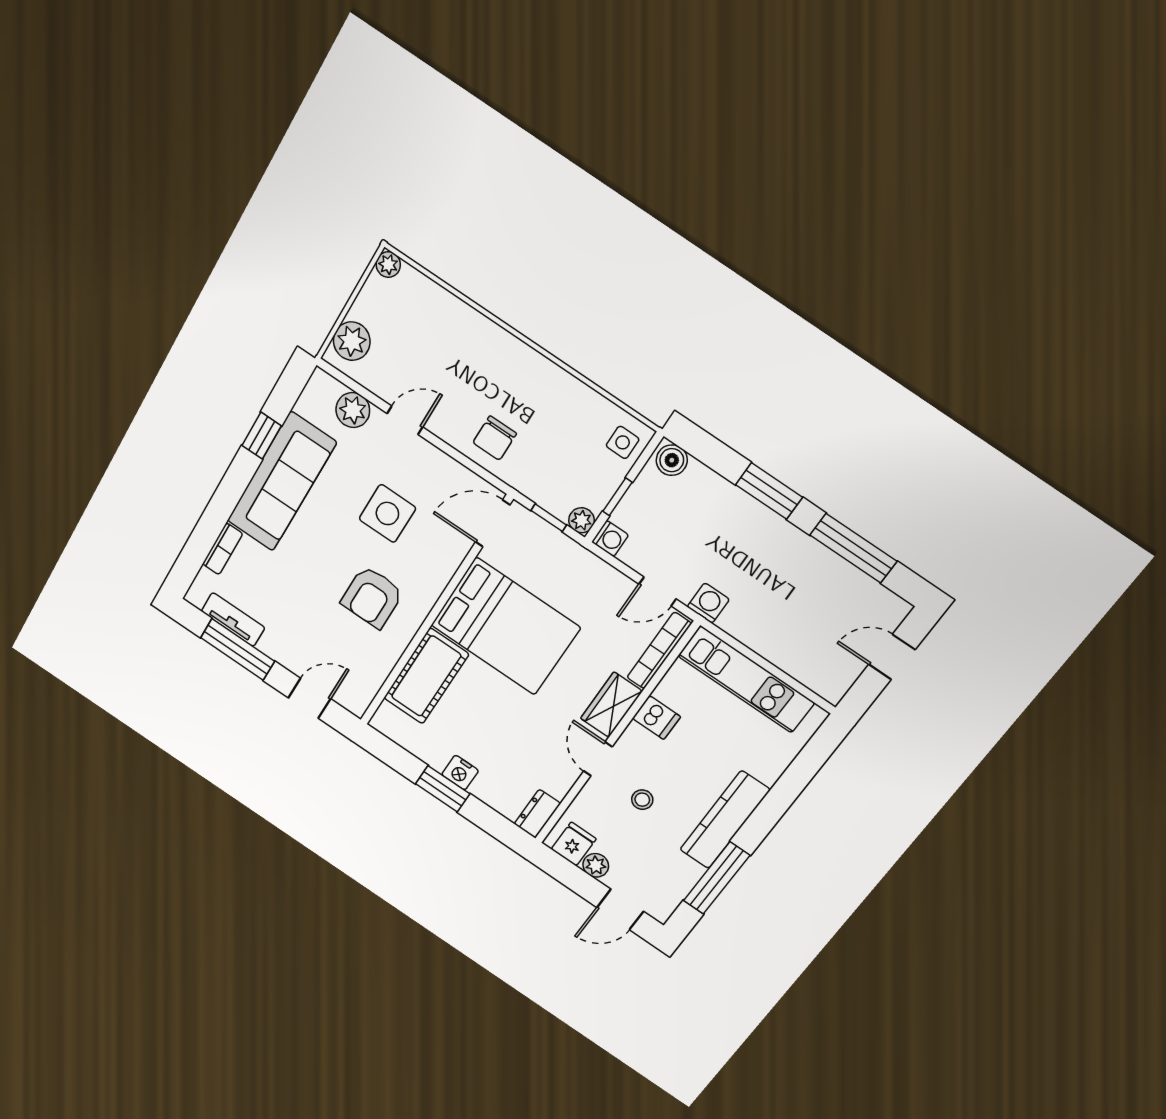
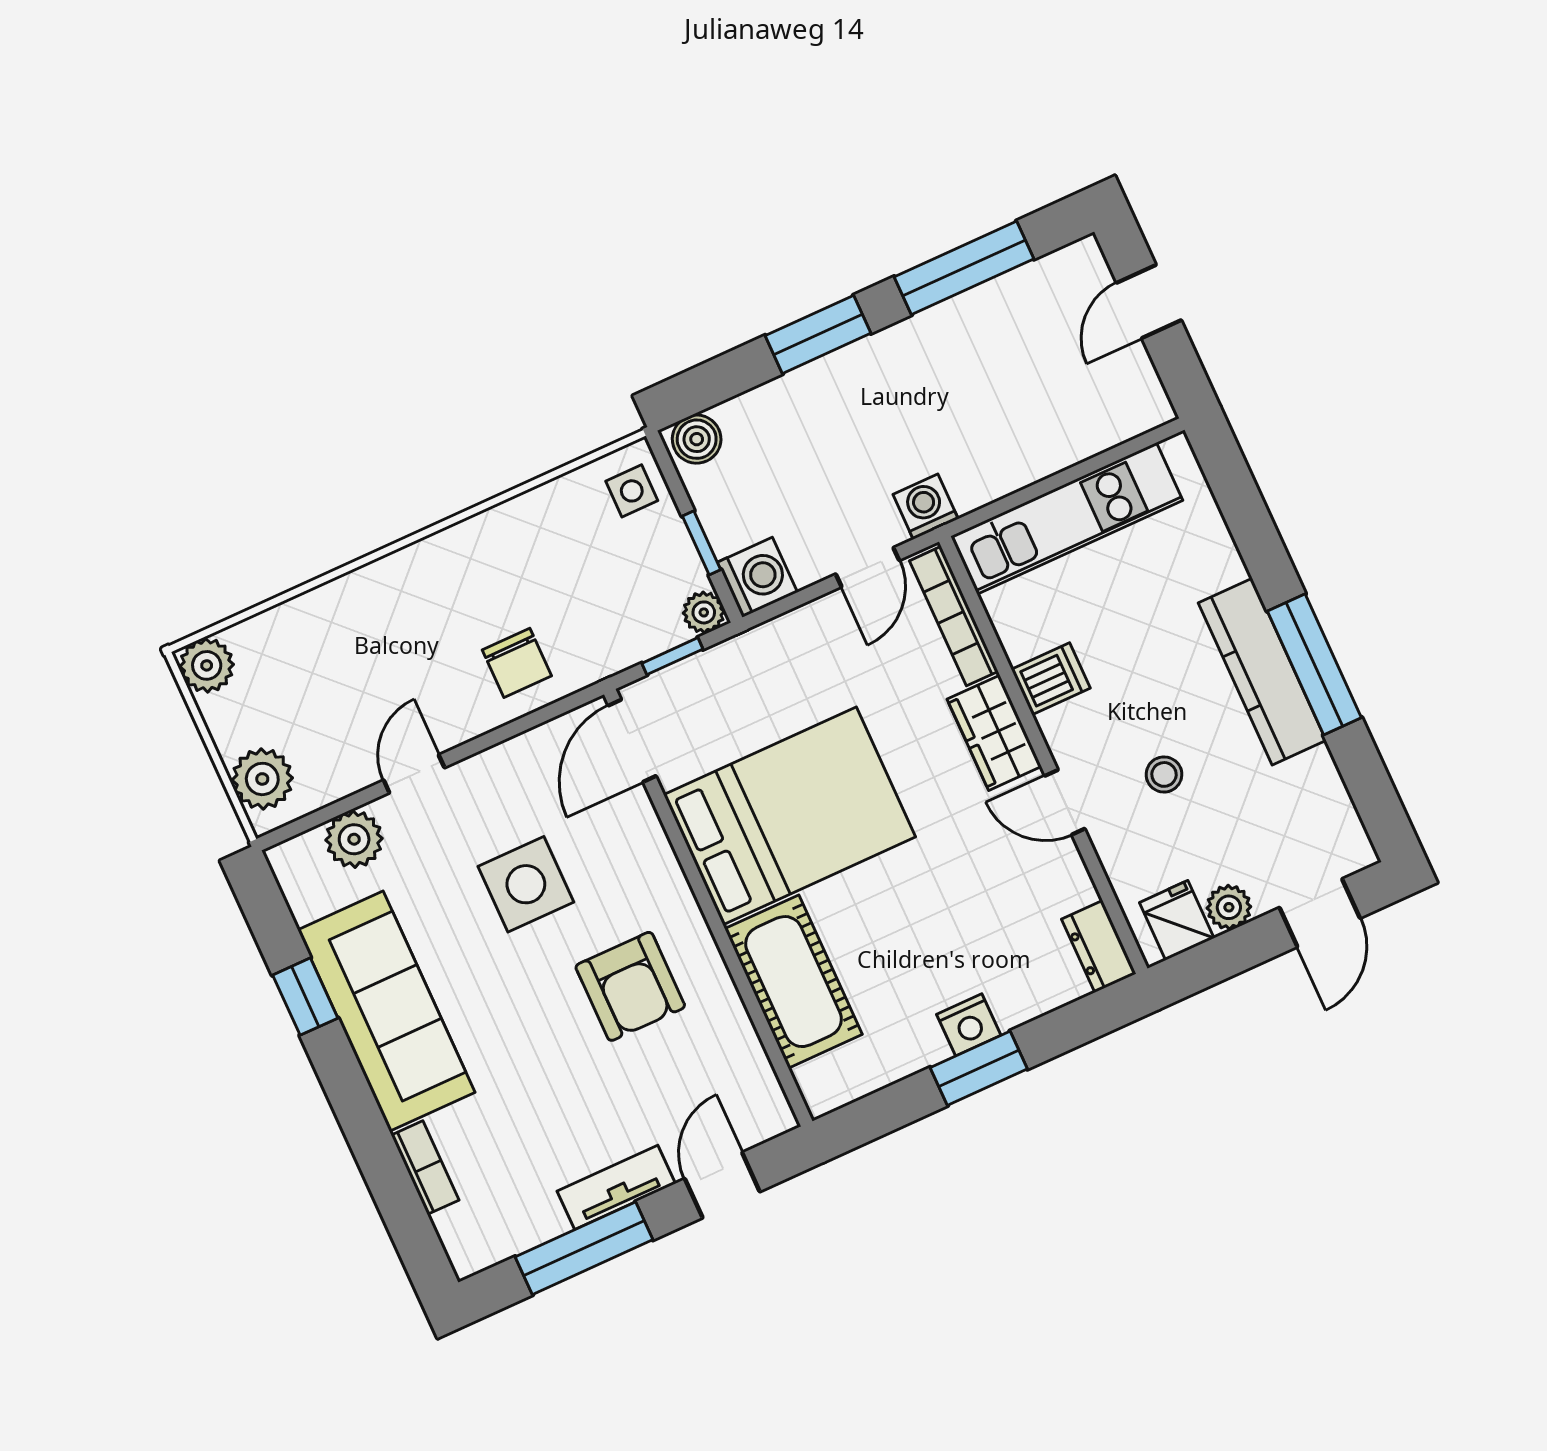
plant: (388, 265) -> (207, 665), width x1.38, depth x1.38
washing machine: (610, 539) -> (757, 577), width x1.38, depth x1.38
tv unit: (233, 620) -> (616, 1187), moved
window: (717, 878) -> (1314, 664), moved

